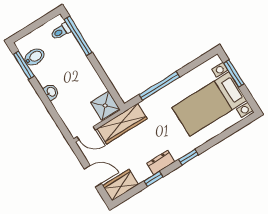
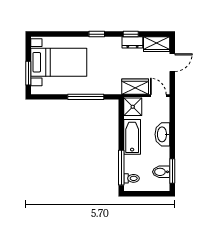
bathtub: (86, 74) -> (132, 137), added
washbasin: (51, 92) -> (162, 134), width x1.91, depth x1.45
wardrobe: (122, 124) -> (135, 87), width x0.67
dresser: (161, 162) -> (132, 42), moved
door: (93, 176) -> (172, 63), swing flipped

